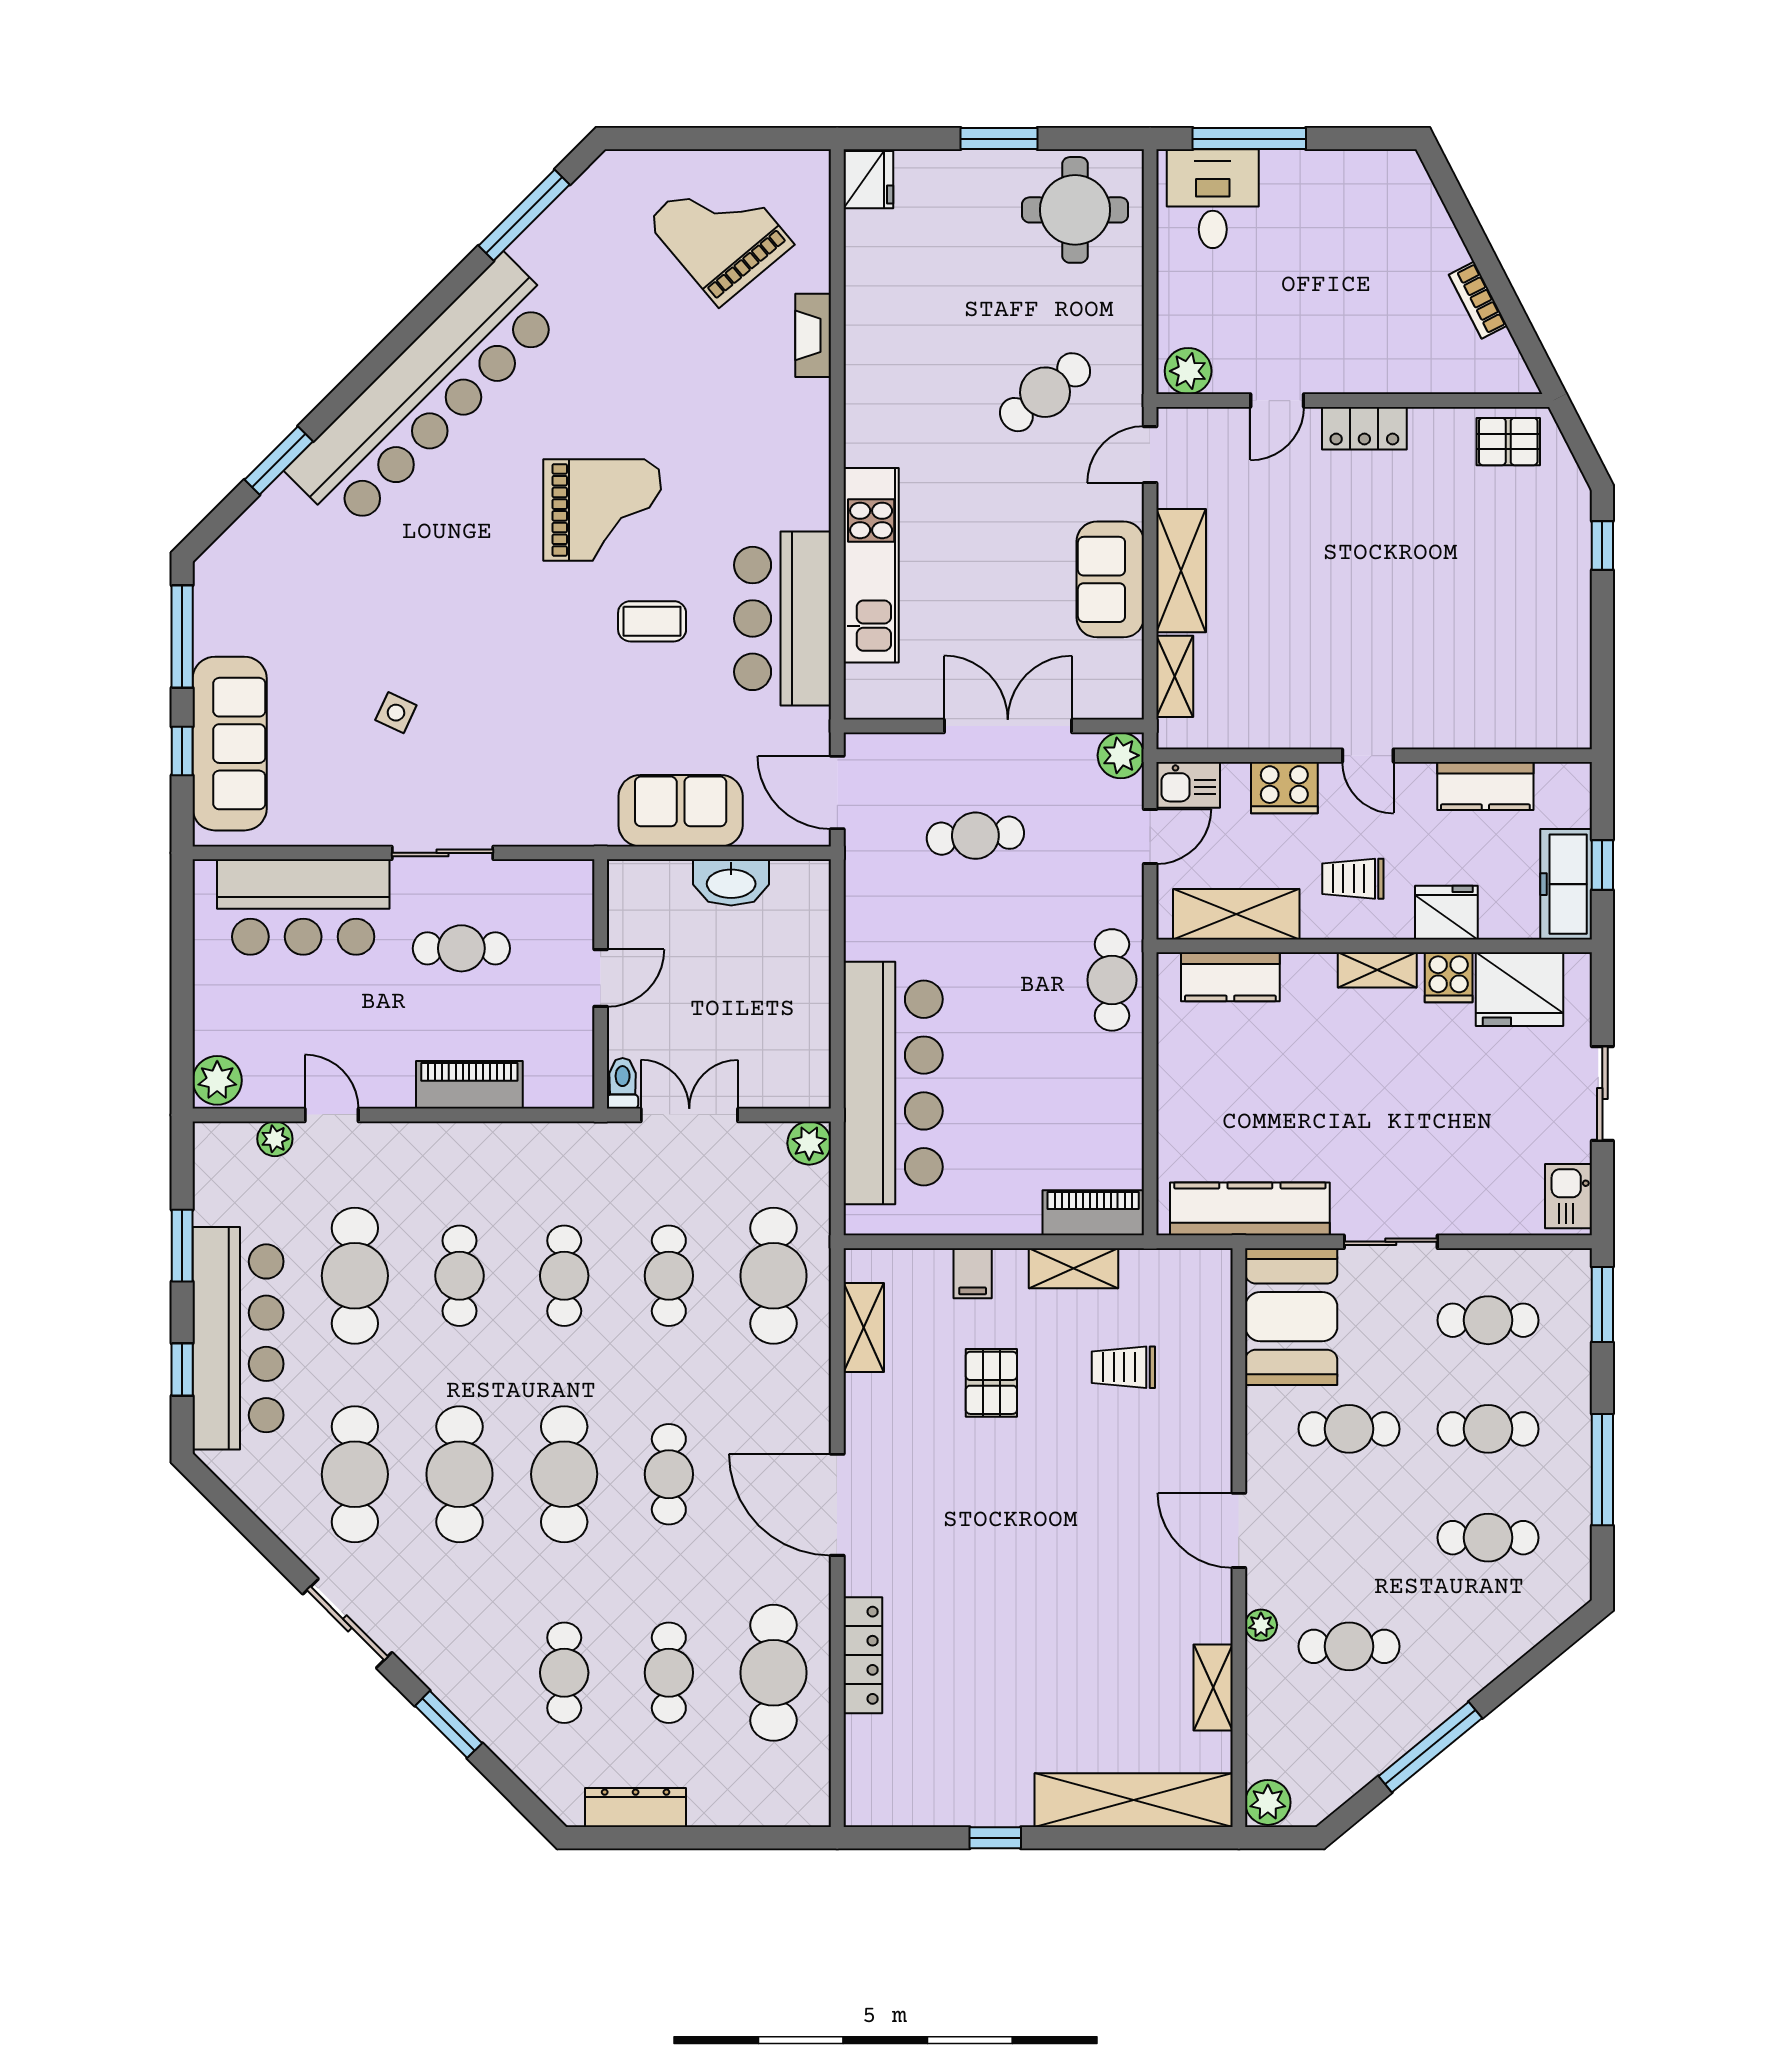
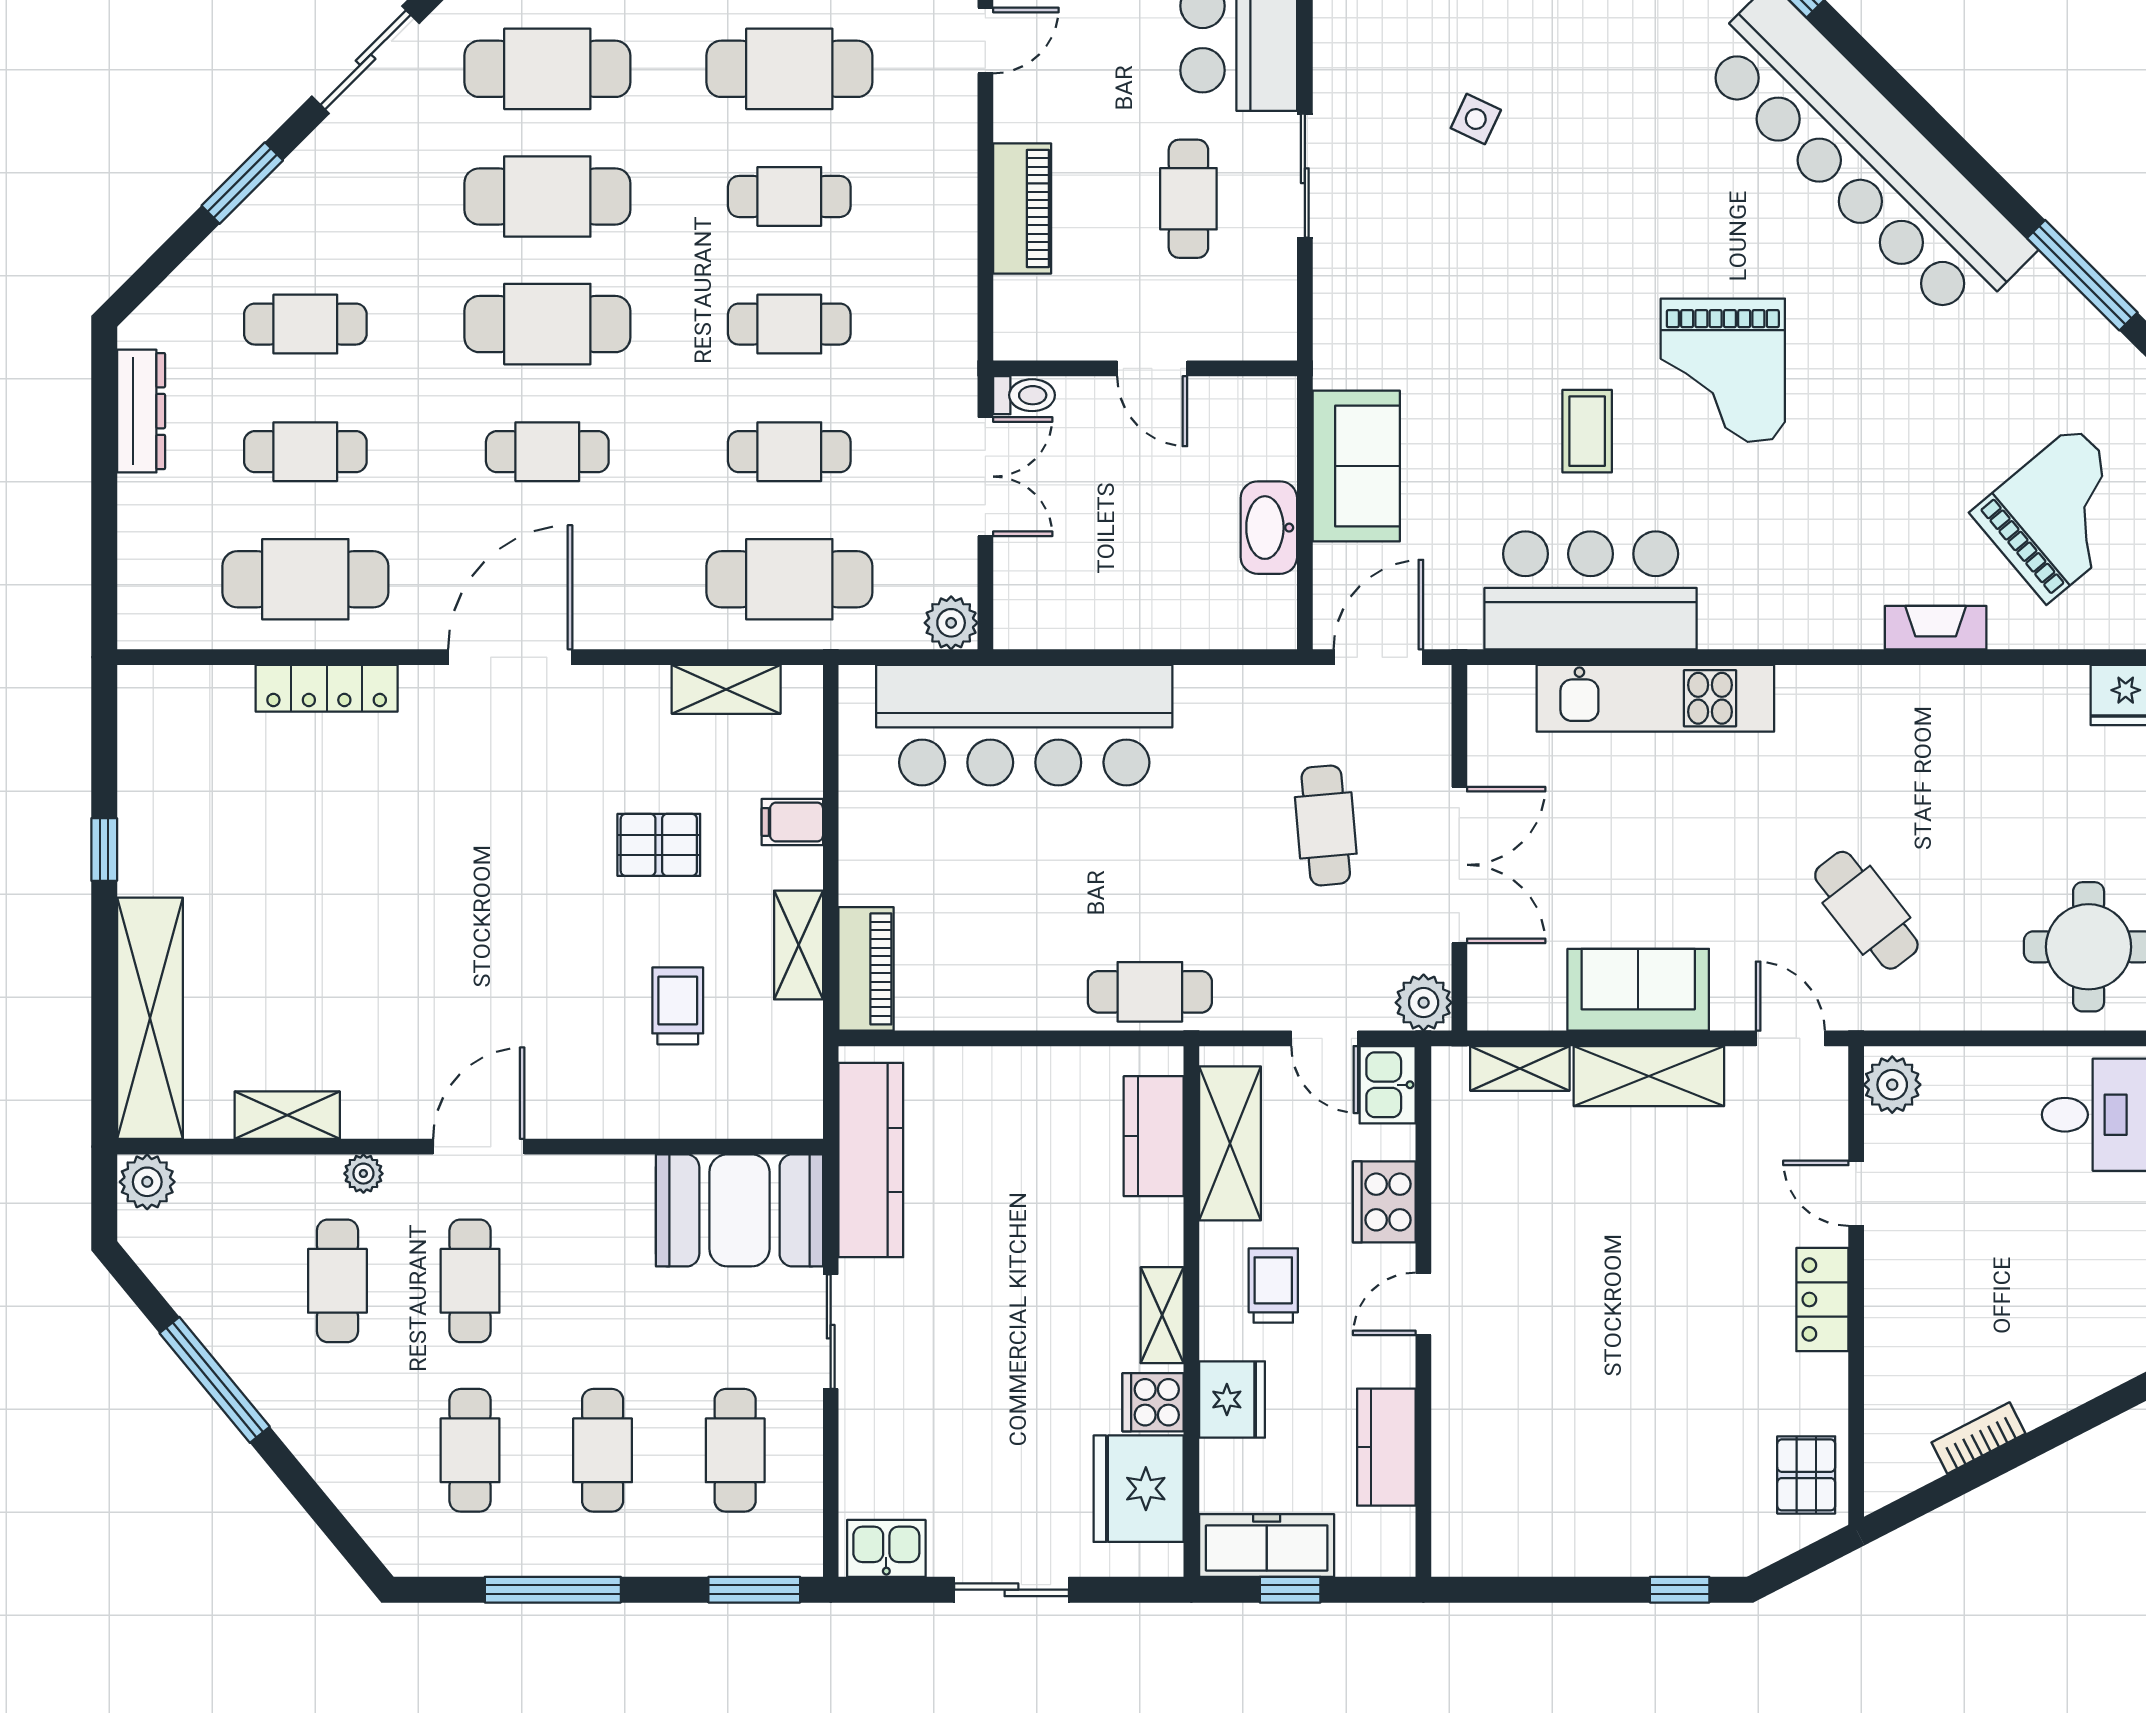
cafe table: (1349, 1429) -> (470, 1281), moved

